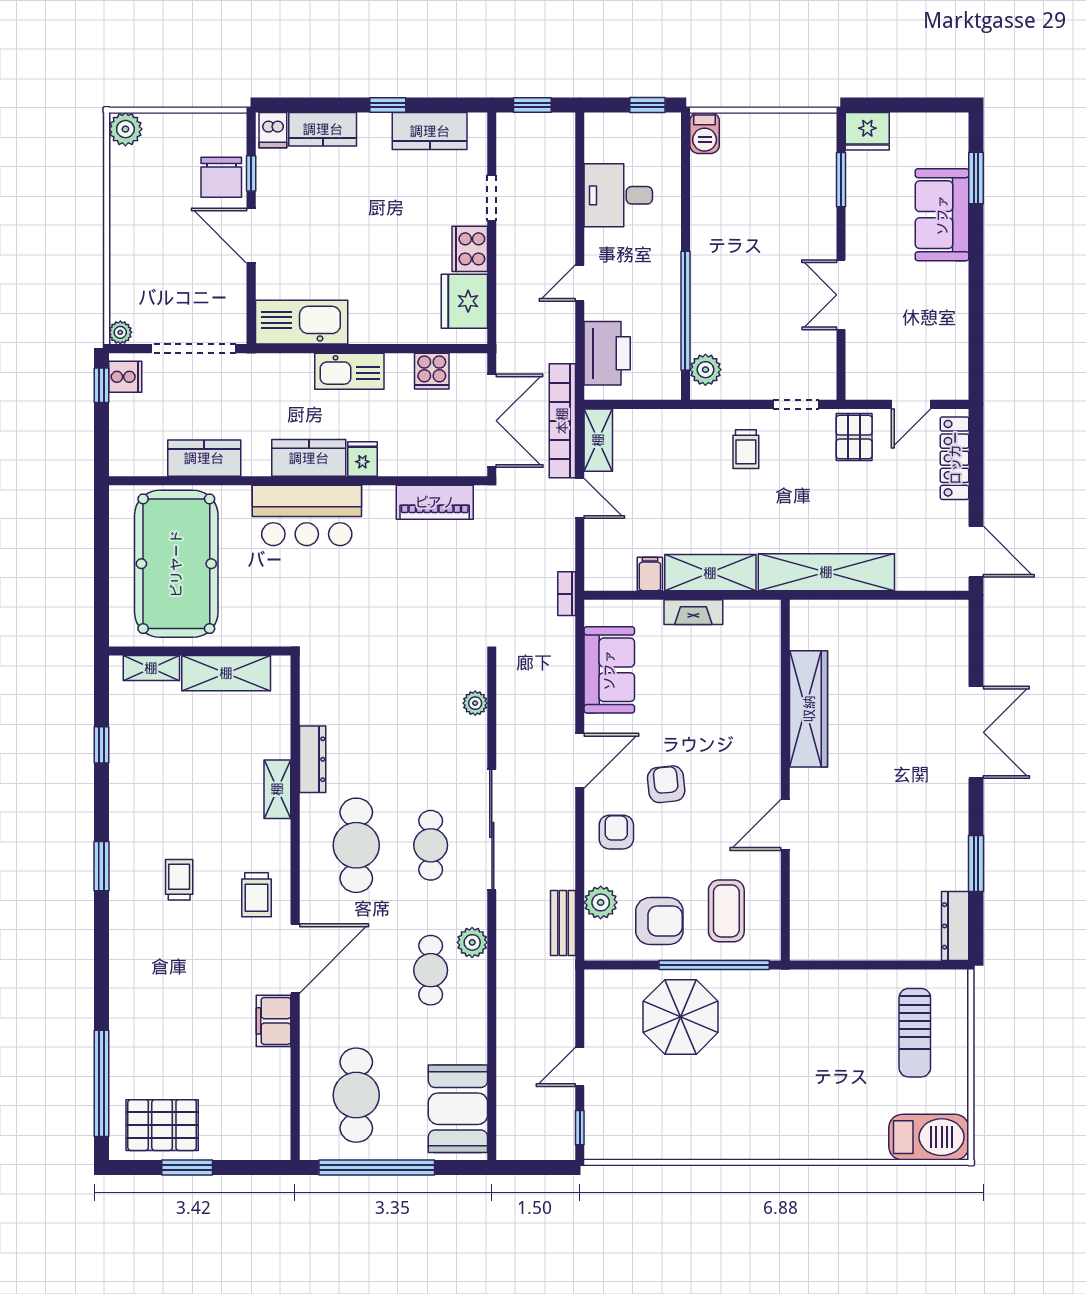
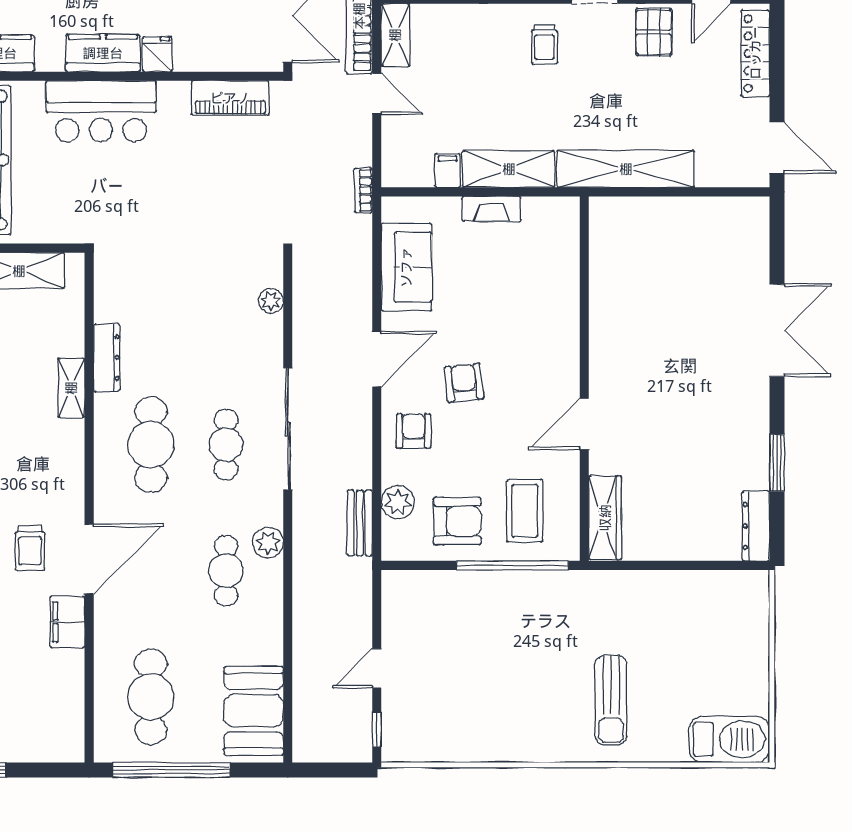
wardrobe: (809, 709) -> (605, 518), moved, width x0.71, depth x0.85
trolley: (256, 895) -> (30, 548), moved
parasol: (681, 1017) -> (479, 618), removed
sun lounger: (915, 1033) -> (611, 700), moved

